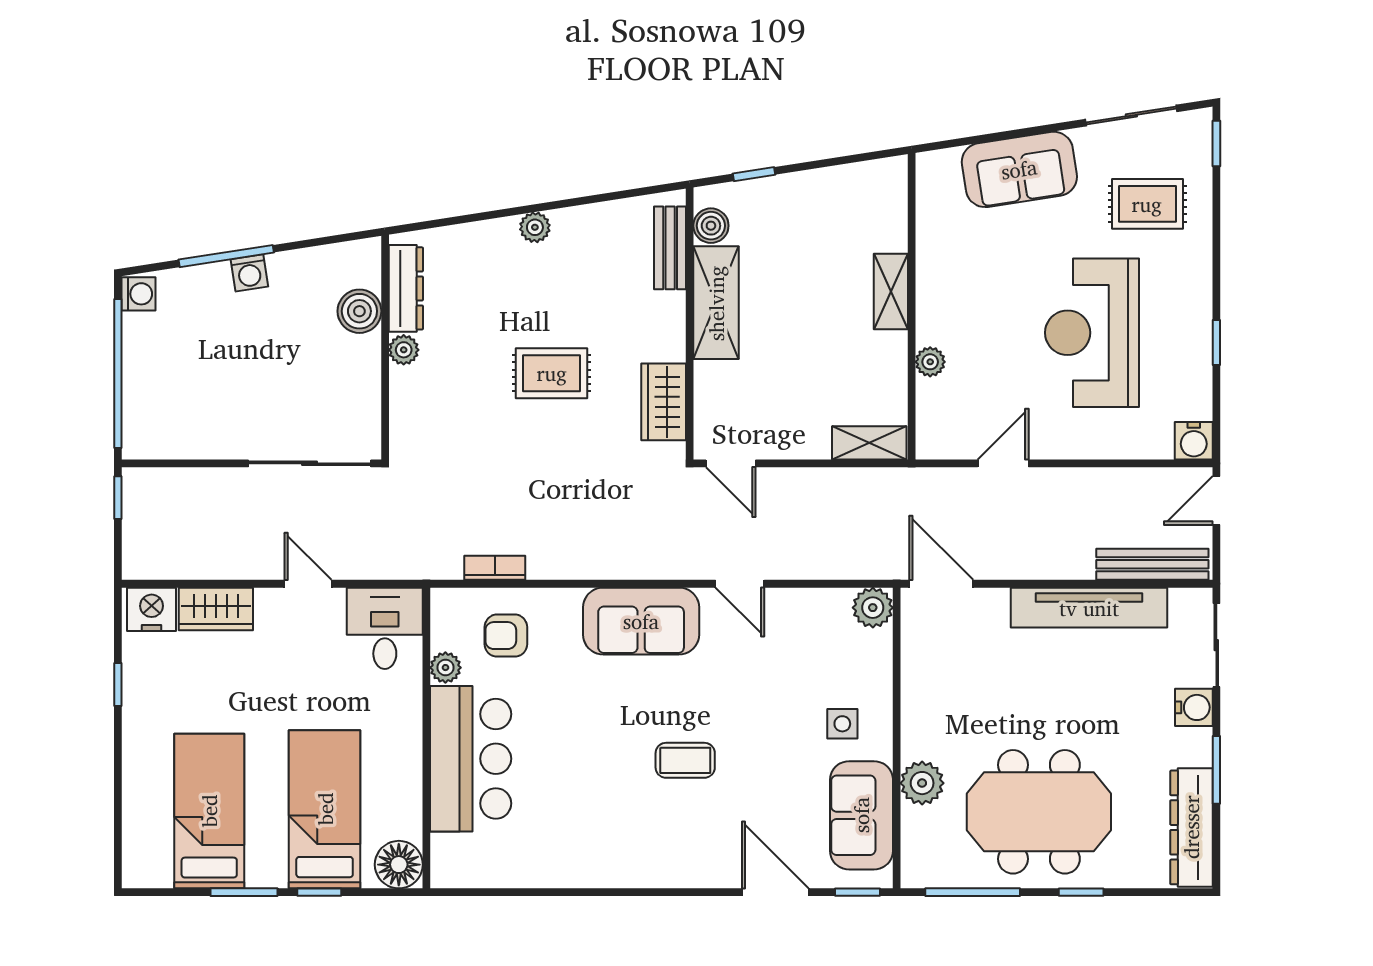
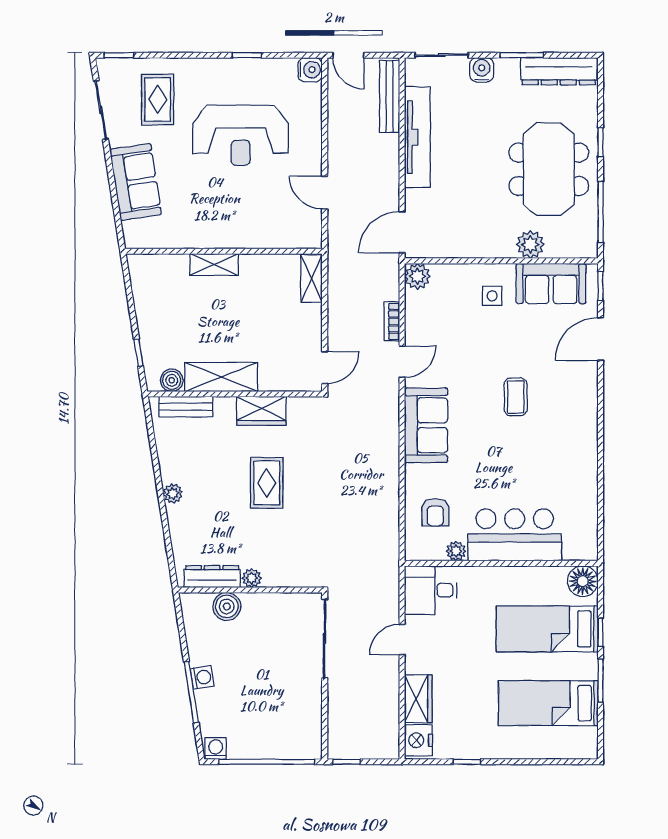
plant: (930, 362) -> (259, 239), removed
wardrobe: (664, 402) -> (261, 411), moved
bookcase: (495, 568) -> (392, 321), moved

